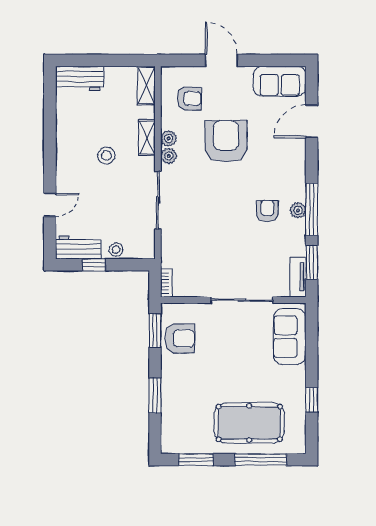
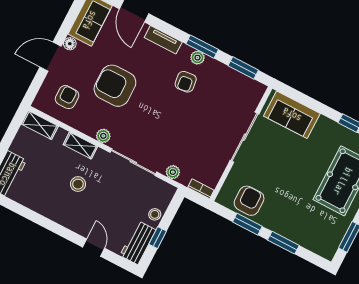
floor lamp: (245, 73) -> (70, 44), added
plant: (169, 138) -> (173, 172), moved
window: (312, 209) -> (202, 47), width x0.69
armchair: (267, 211) -> (186, 82), turned -97
tv unit: (298, 277) -> (163, 40), moved
window: (155, 331) -> (247, 224), moved

